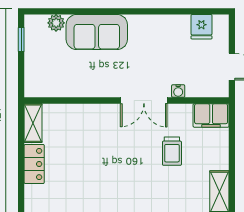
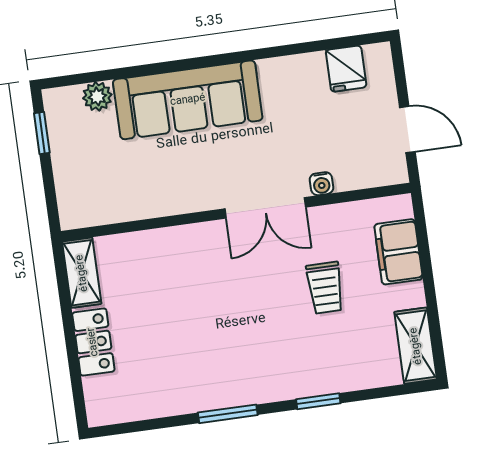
sofa: (97, 32) -> (188, 100), width x1.36
filing cabinet: (211, 115) -> (398, 252), moved, turned 90

